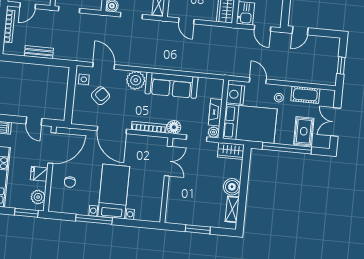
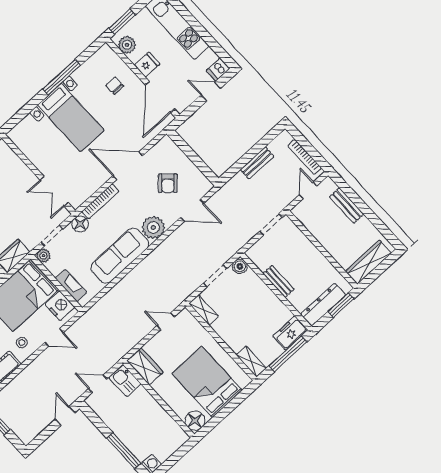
side table: (84, 79) -> (196, 181), removed
fireplace: (215, 112) -> (71, 285), moved
door: (34, 121) -> (211, 92), moved

